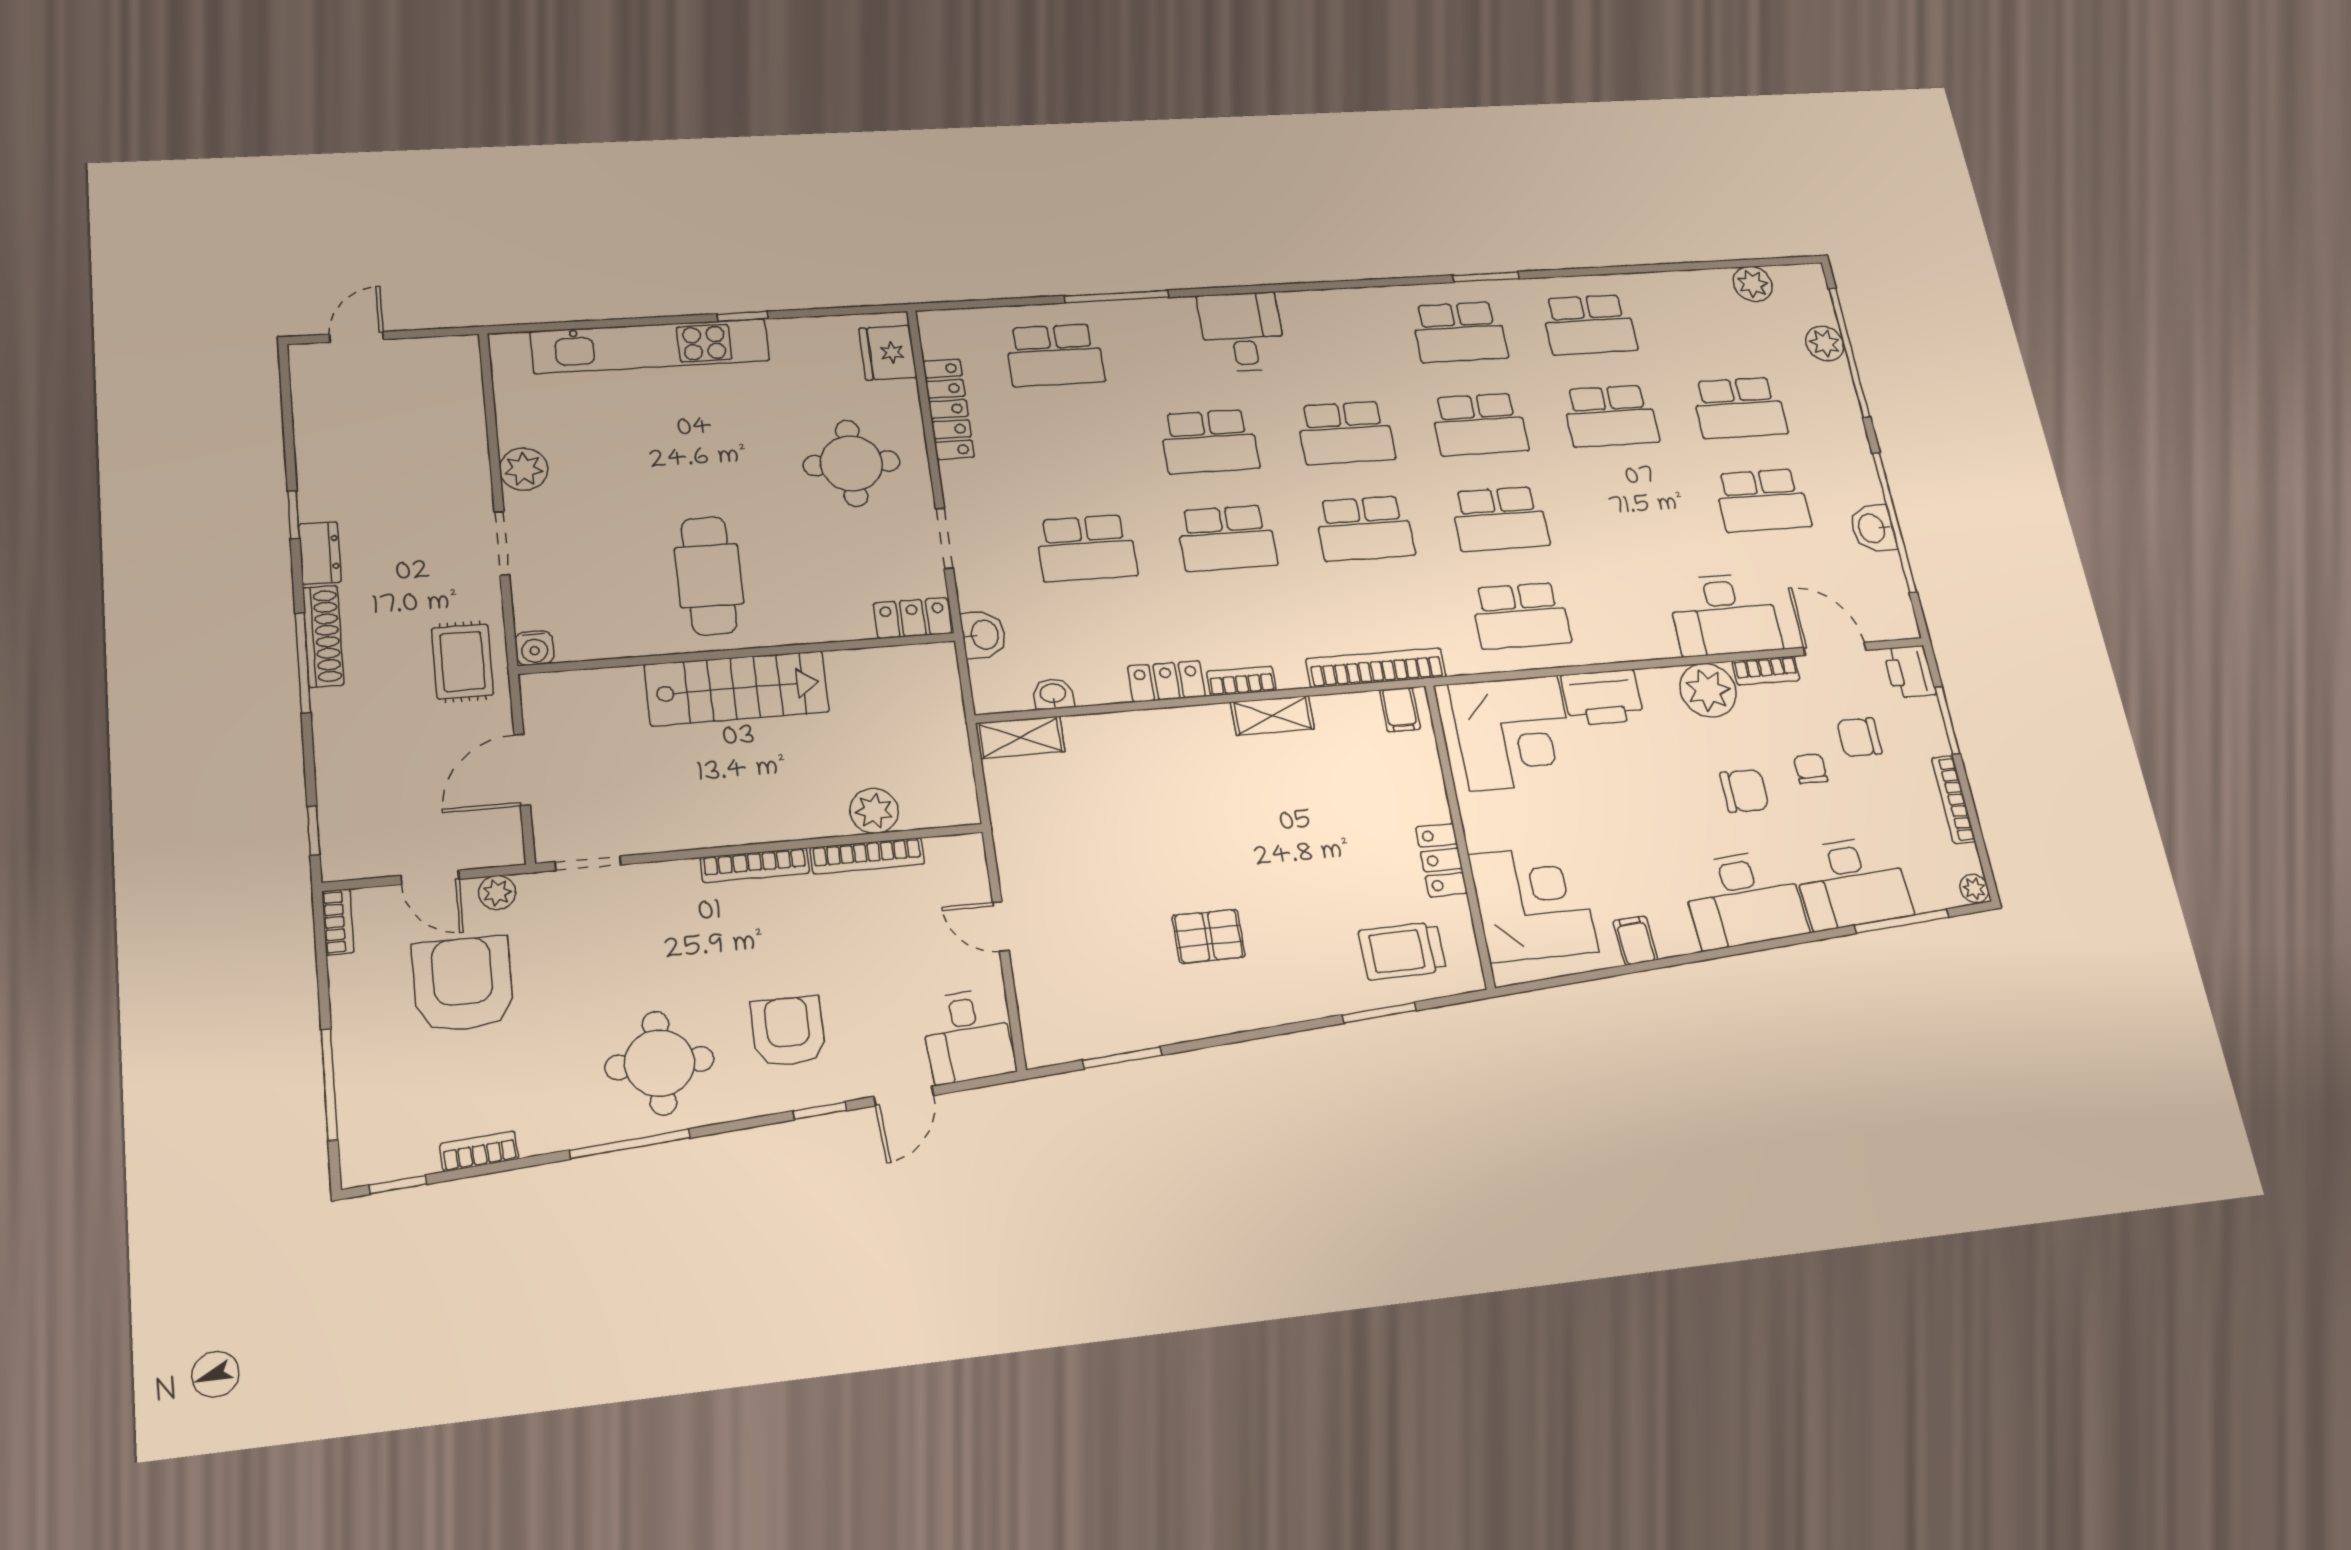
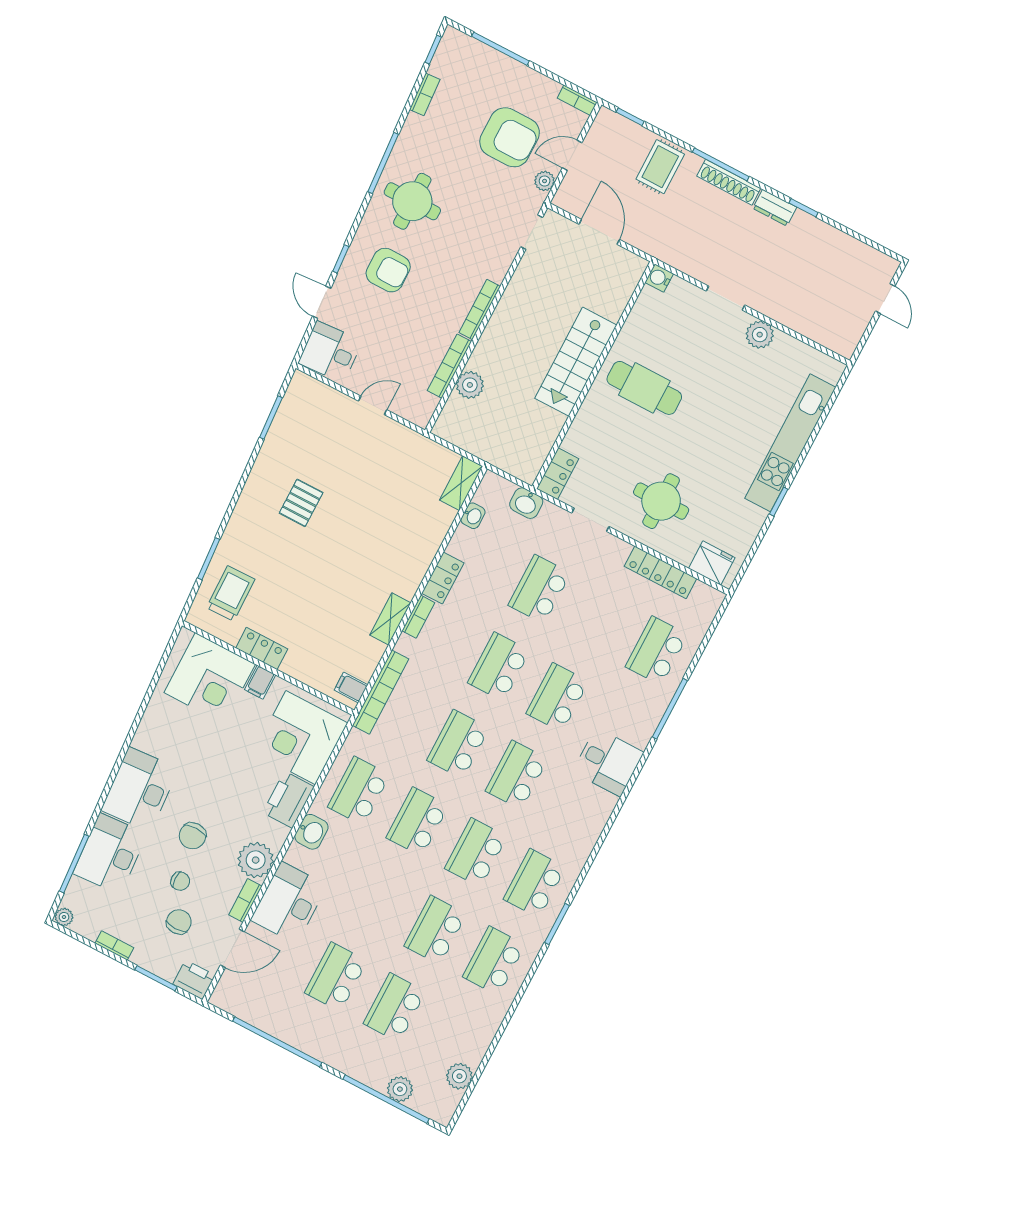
washbasin: (1873, 528) -> (311, 832), moved, turned 90
rug: (462, 661) -> (660, 167), moved, turned 90
bookcase: (1954, 800) -> (114, 945), width x0.64
filing cabinet: (1635, 940) -> (260, 682), moved, turned 94

